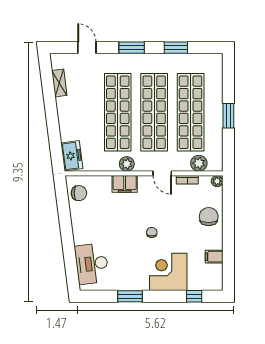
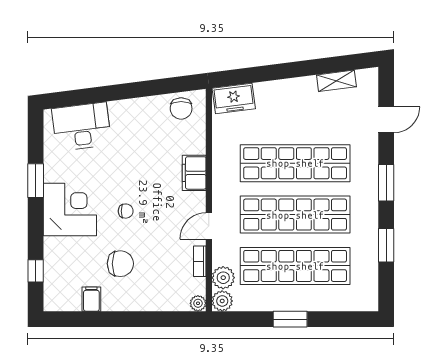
plant: (127, 164) -> (222, 301), moved
chair: (209, 217) -> (120, 264), moved
corner desk: (168, 272) -> (70, 210), moved

